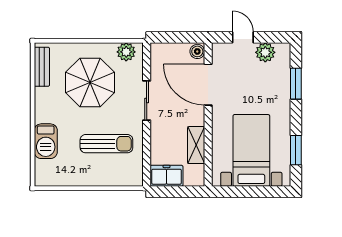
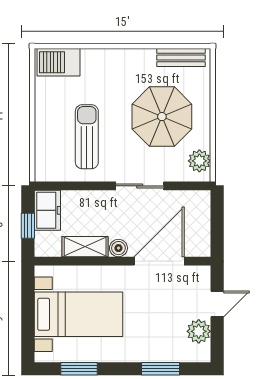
boiler: (197, 51) -> (118, 248), moved
barbecue: (46, 141) -> (58, 62), moved
sun lounger: (106, 144) -> (87, 137), turned 180
window: (179, 192) -> (28, 226), added

